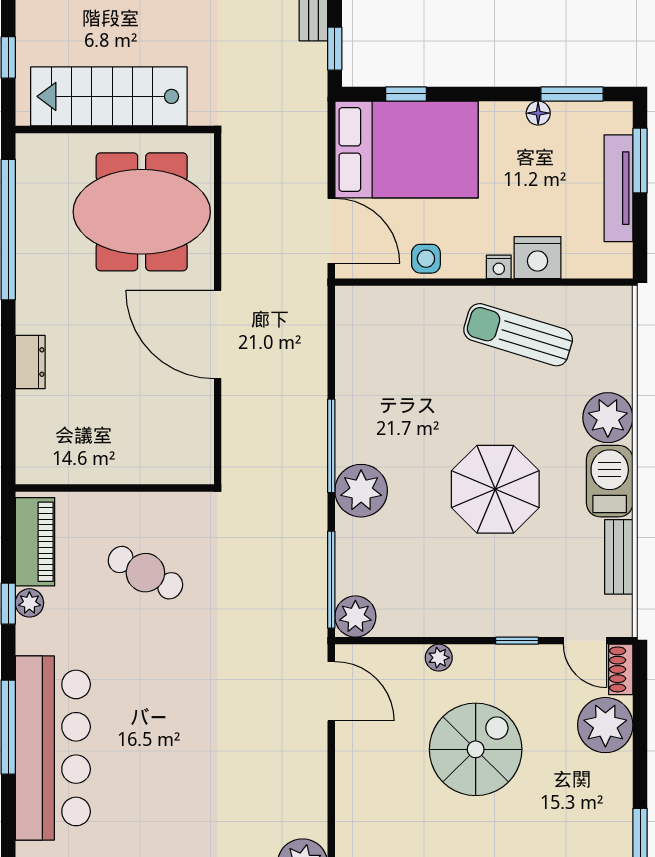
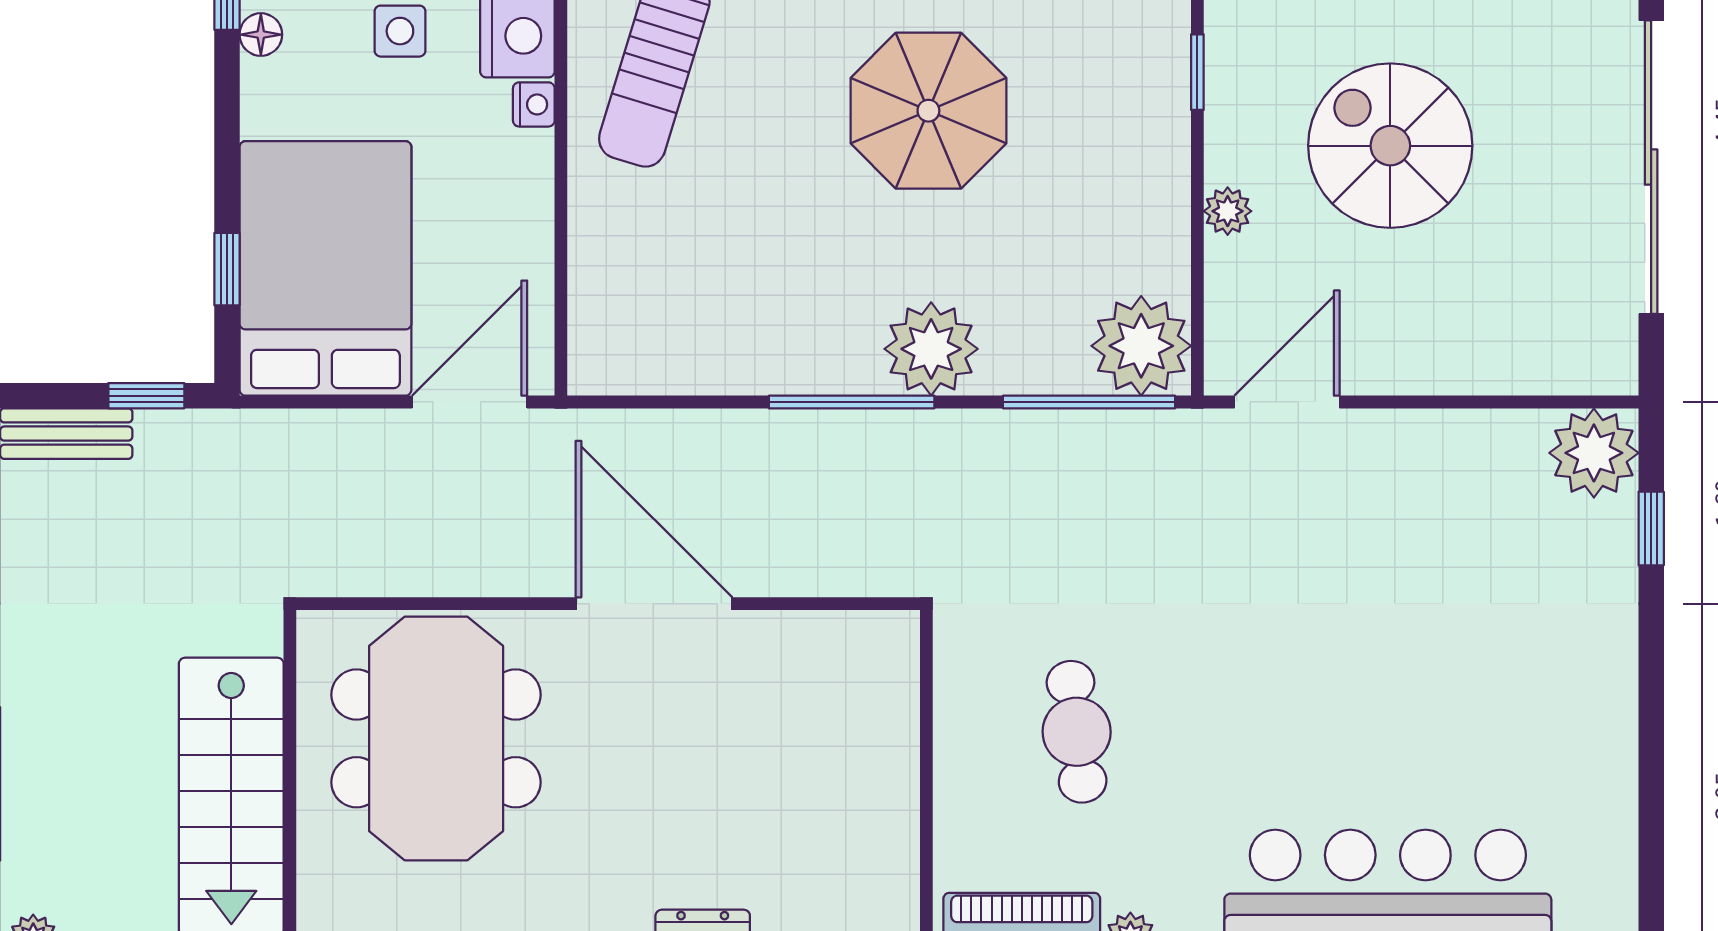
side table: (426, 259) -> (400, 31), moved
door: (218, 335) -> (654, 604), swing flipped
cafe table: (145, 573) -> (1077, 732), turned -35
plant: (355, 617) -> (1141, 346), width x1.36, depth x1.36

